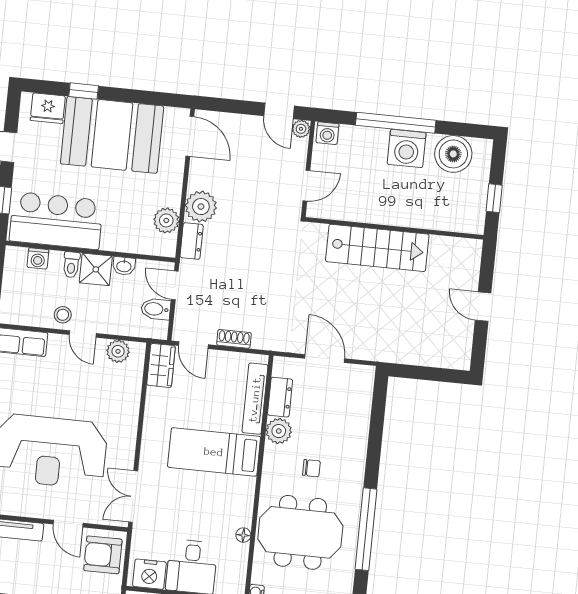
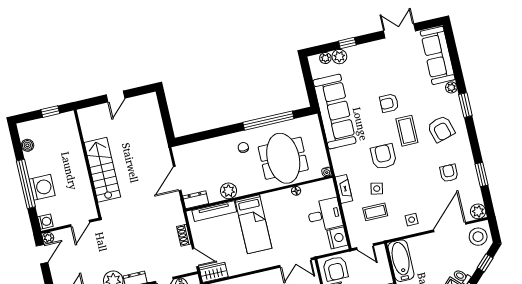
washing machine: (407, 148) -> (42, 187), moved
boiler: (453, 154) -> (27, 145), width x0.54, depth x0.54
door: (306, 186) -> (80, 223), swing flipped
door: (193, 345) -> (195, 258), hinge flipped
dresser: (280, 397) -> (196, 200), moved
chair: (311, 468) -> (243, 147), moved

